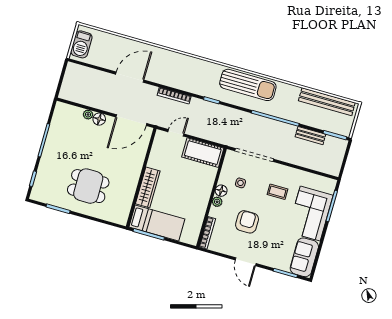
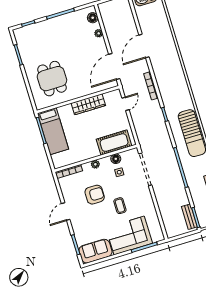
door: (130, 77) -> (144, 46), swing flipped
floor lamp: (99, 119) -> (93, 18), moved
door: (131, 120) -> (114, 67), hinge flipped
door: (176, 133) -> (125, 104), hinge flipped
bench: (310, 136) -> (189, 217), moved
cot: (203, 153) -> (114, 143), moved, turned 90
dining table: (88, 186) -> (52, 79), moved
wardrobe: (148, 187) -> (88, 104), moved
floor lamp: (221, 191) -> (116, 159), moved
coffee table: (277, 192) -> (120, 206), moved

